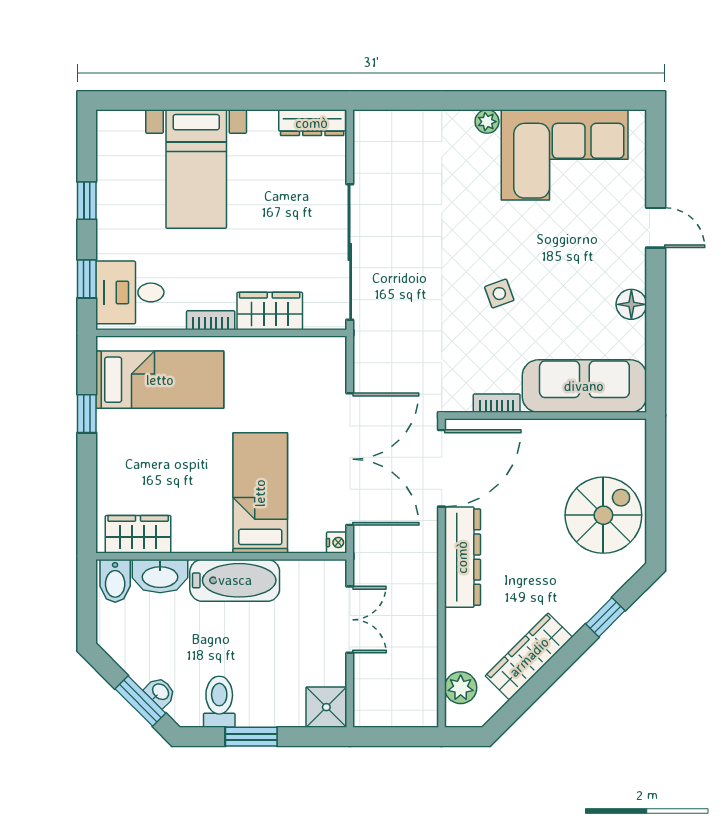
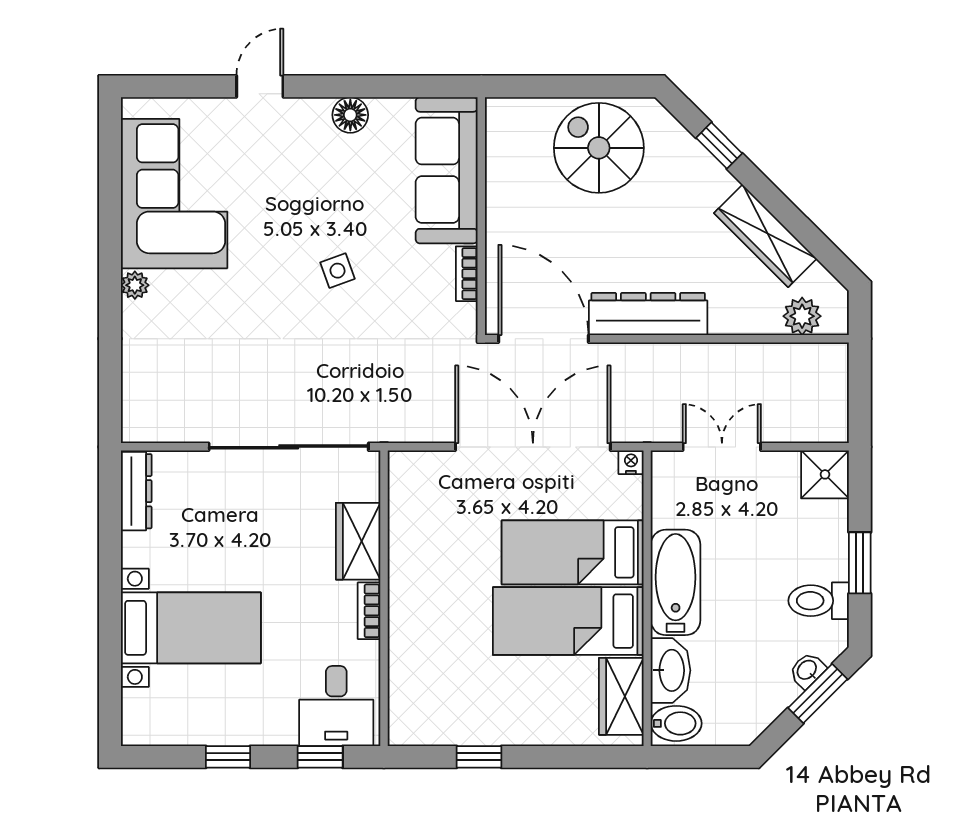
bed: (160, 380) -> (568, 621), moved, turned -90

